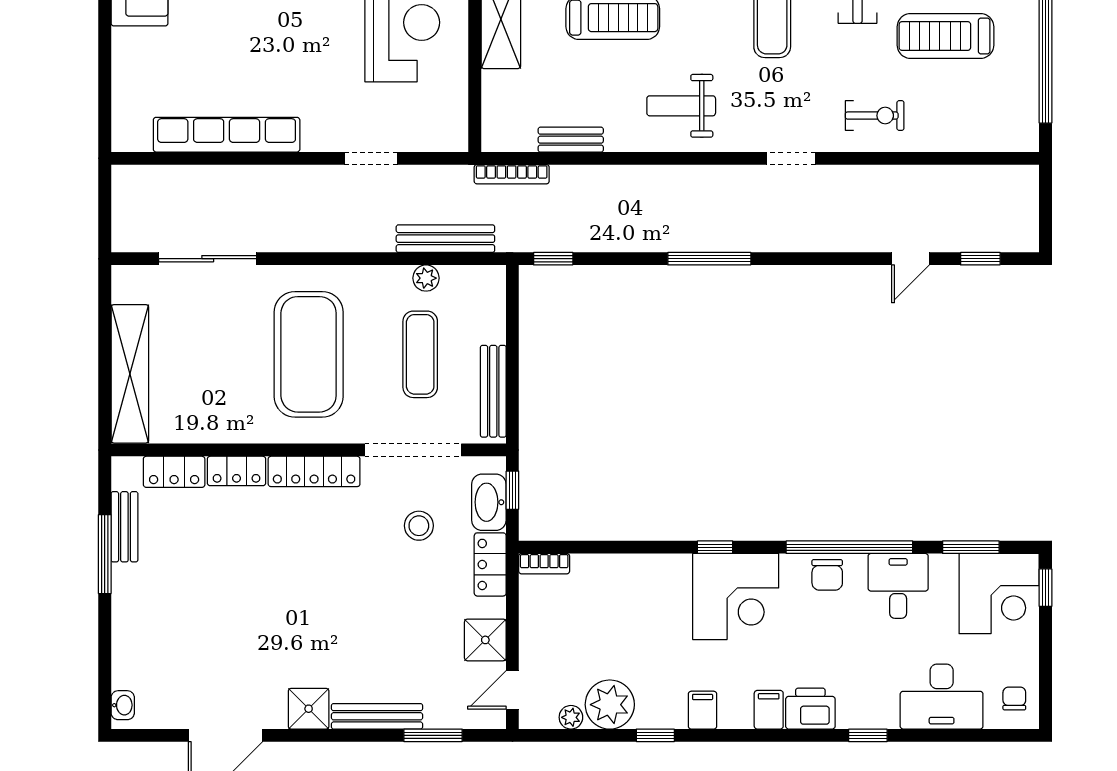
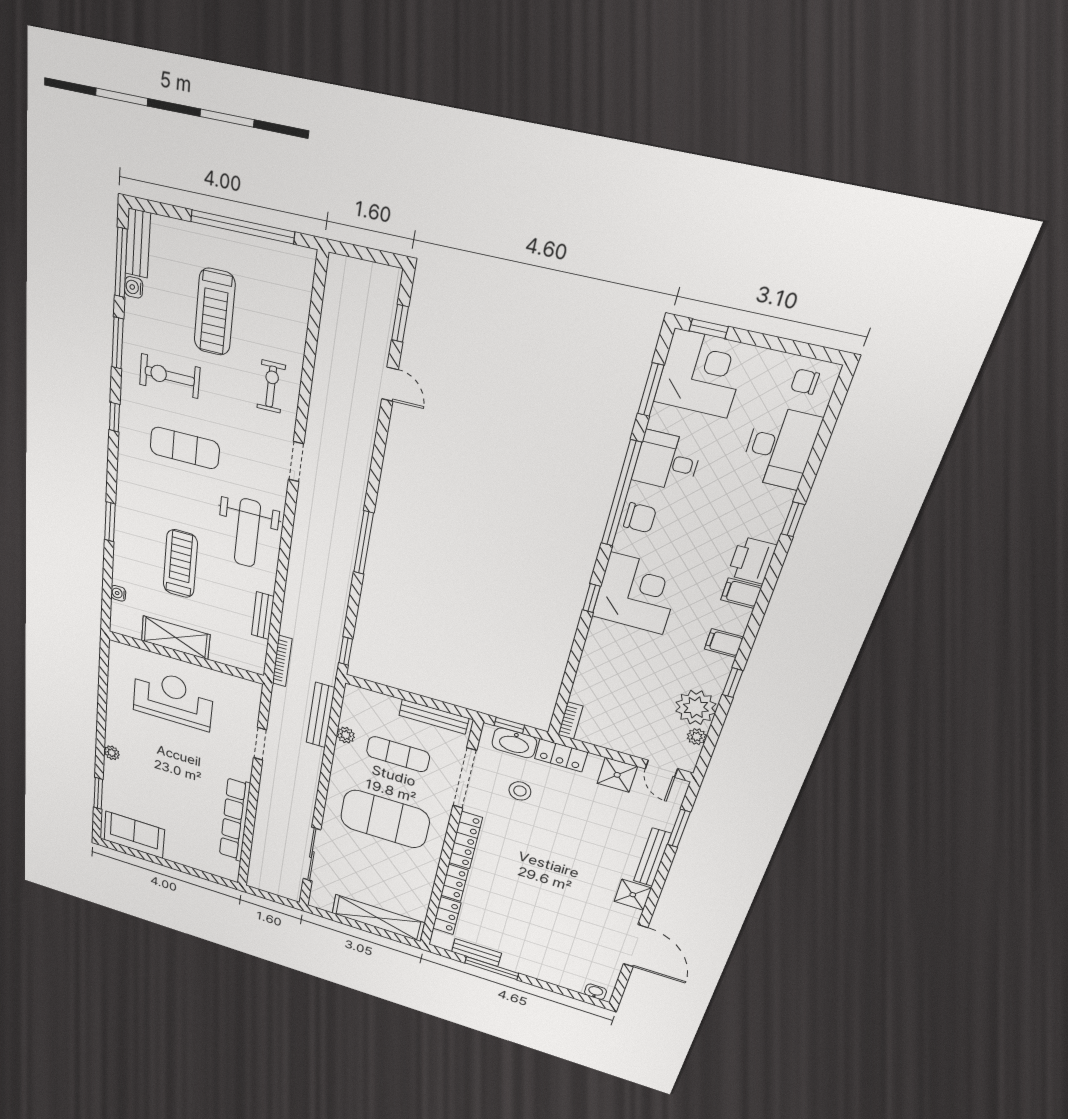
weight bench: (681, 106) -> (247, 533), width x1.36, depth x1.33

